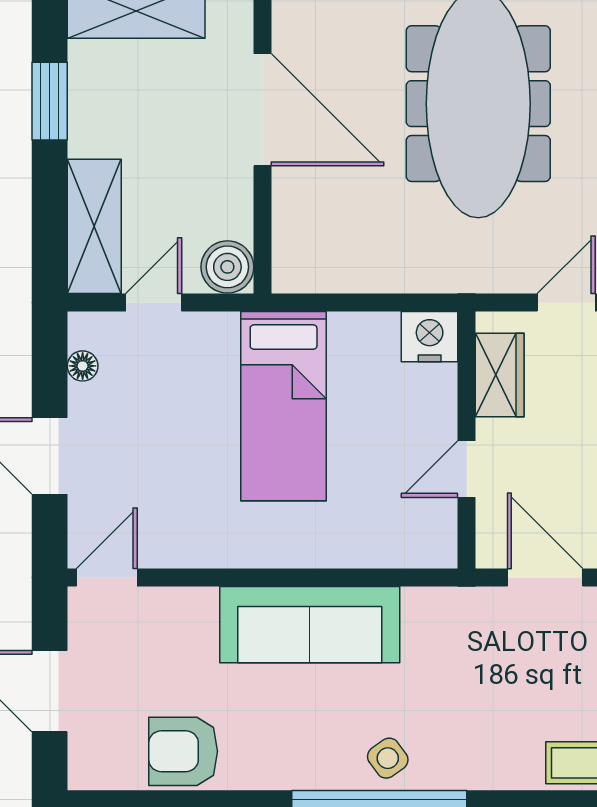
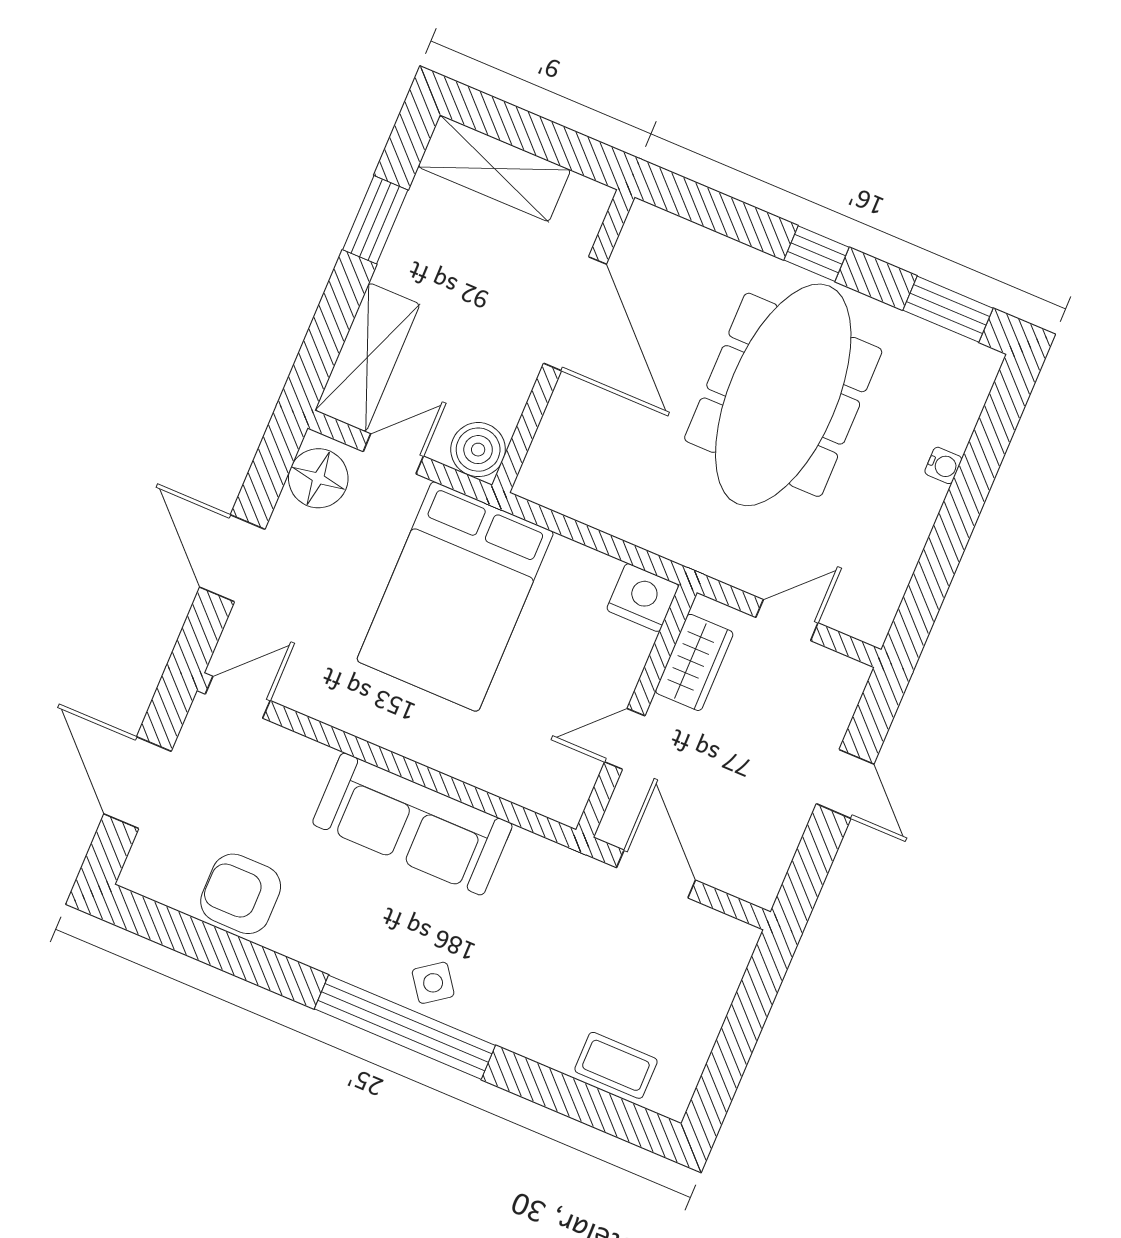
floor lamp: (83, 366) -> (318, 478), width x1.89, depth x1.89
bed: (284, 406) -> (455, 596), width x1.50

